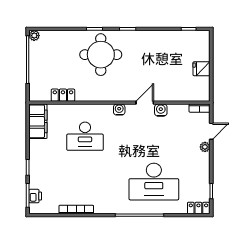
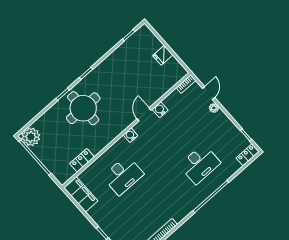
plant: (34, 36) -> (31, 137), width x1.87, depth x1.87
desk: (154, 182) -> (200, 164), width x0.73, depth x0.77

